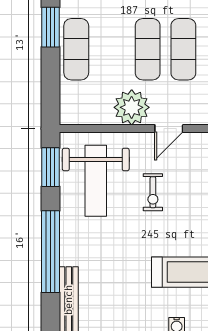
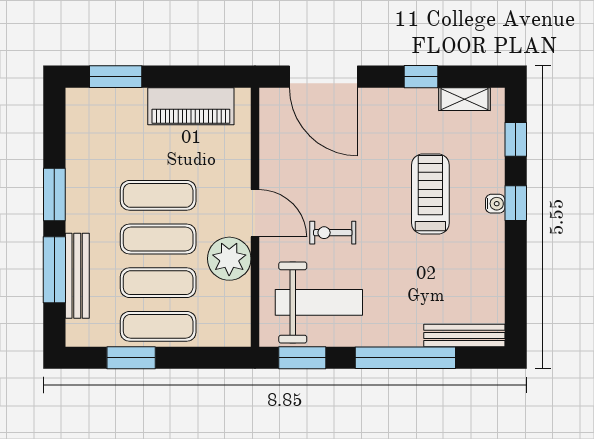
exercise mat: (112, 49) -> (158, 283), added
door: (169, 129) -> (255, 213), width x1.38
exercise bike: (153, 192) -> (333, 233), turned 180

